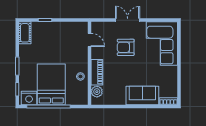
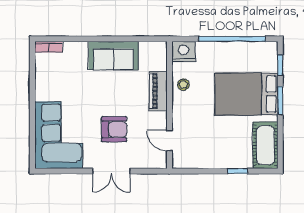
cot: (25, 33) -> (265, 145), width x1.37, depth x1.34
bed: (51, 84) -> (246, 94), moved, turned 90
plant: (97, 92) -> (158, 61), removed
sofa: (142, 95) -> (113, 56), moved
nightstand: (29, 98) -> (184, 52), moved

